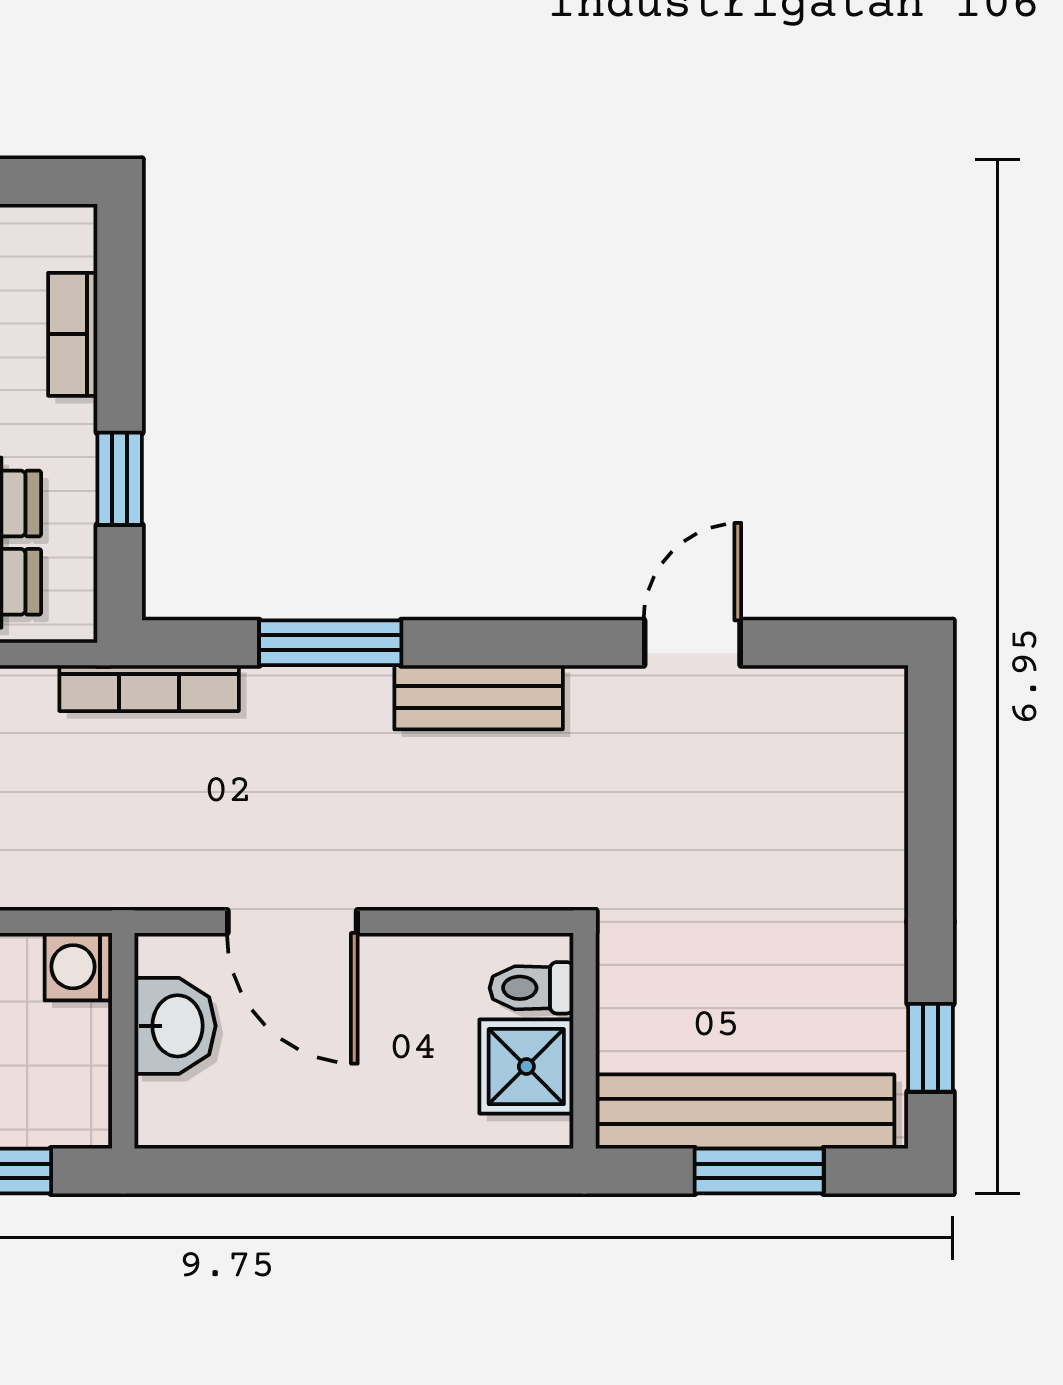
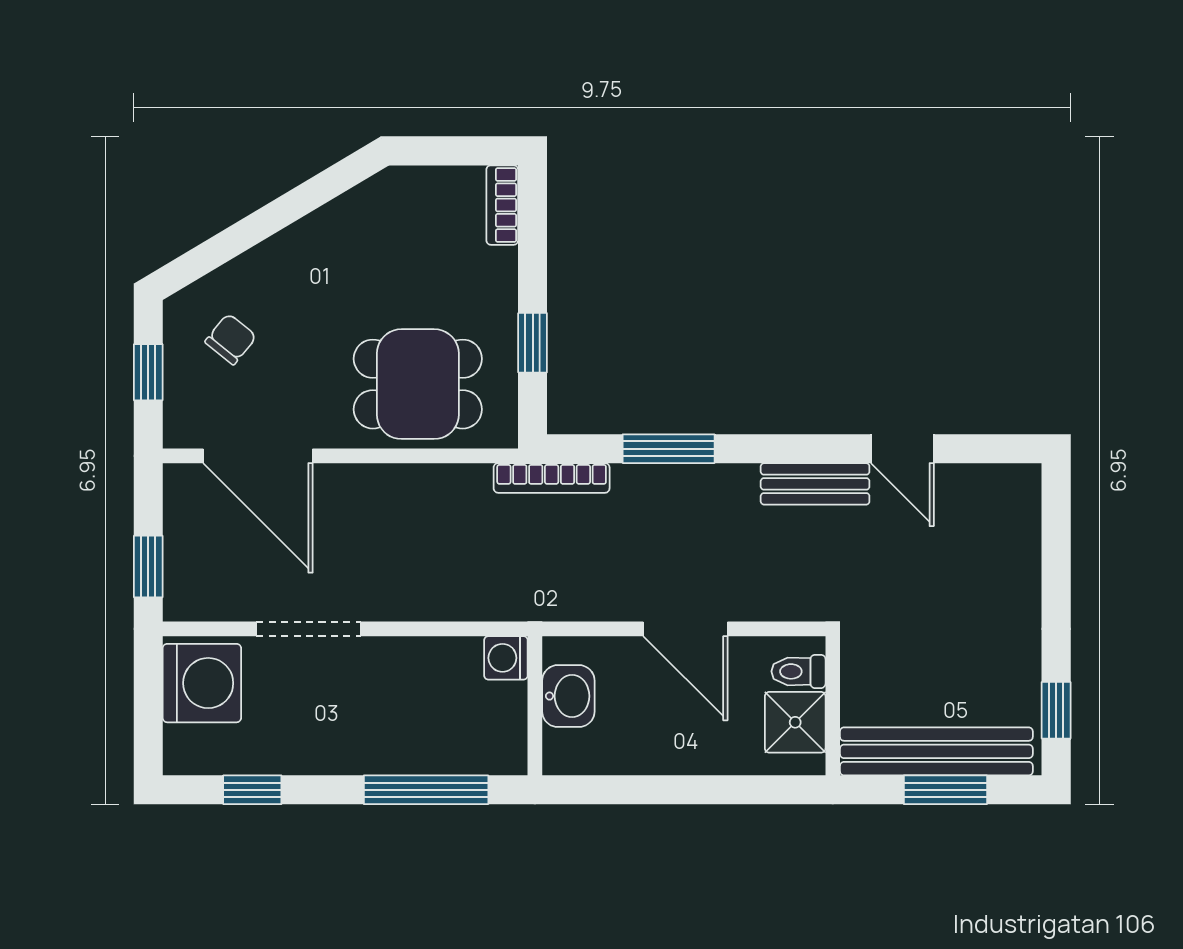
bookcase: (73, 334) -> (502, 205), moved
door: (692, 643) -> (902, 449), swing flipped
bench: (479, 697) -> (815, 484), moved
door: (292, 922) -> (685, 629), moved

